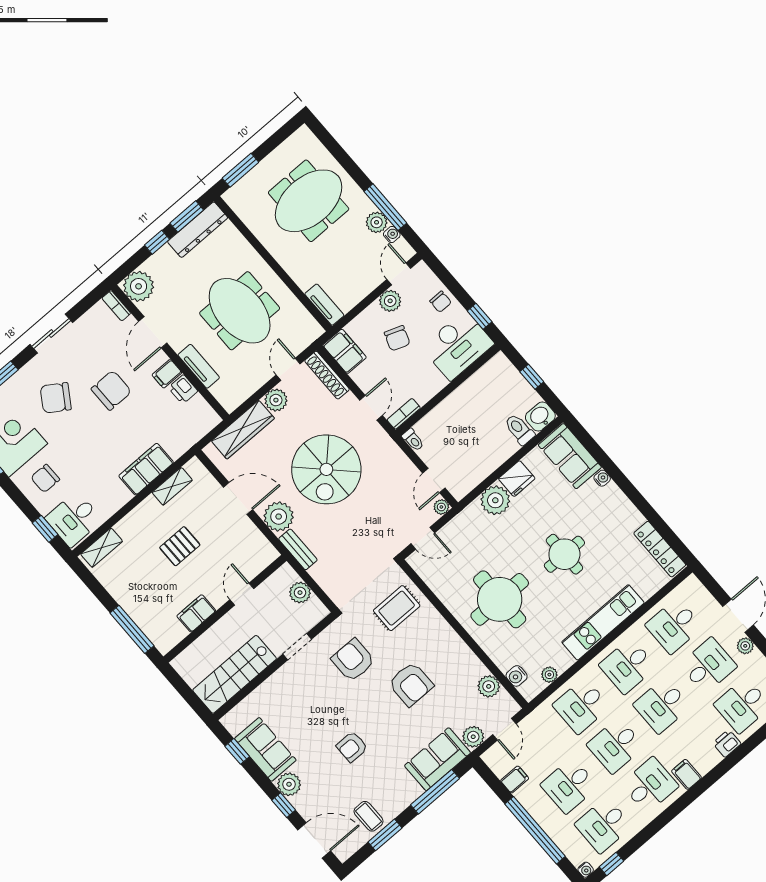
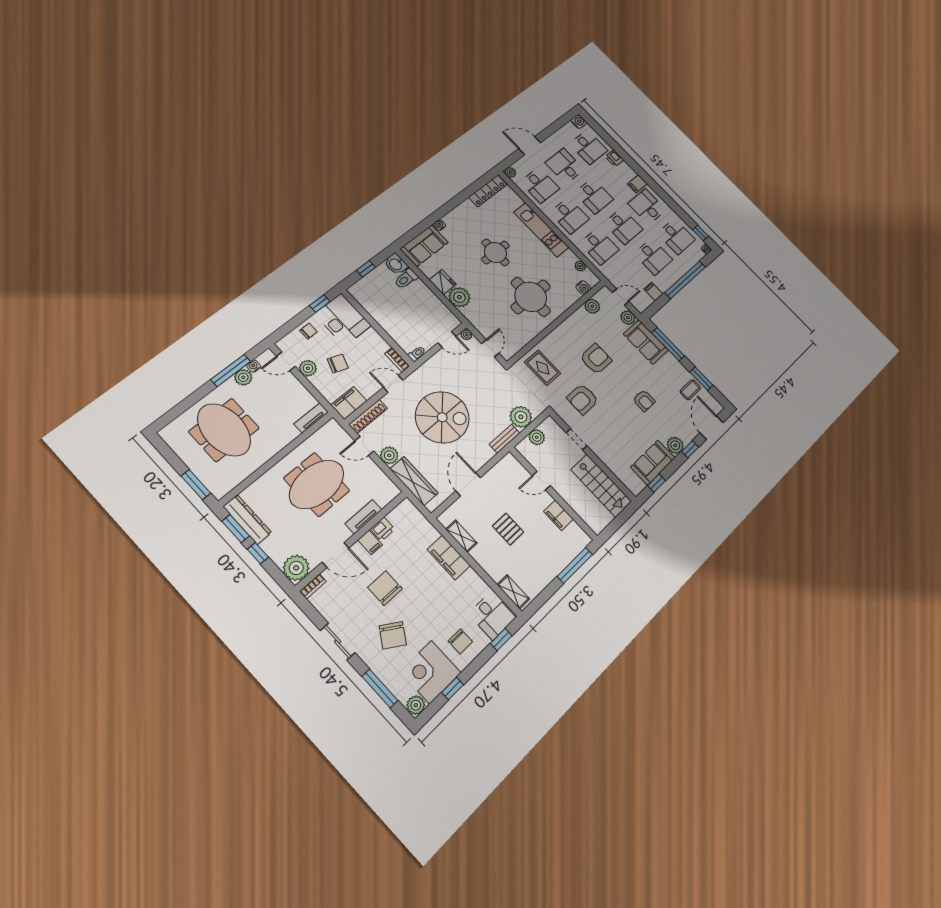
plant: (279, 517) -> (521, 417), moved
plant: (745, 646) -> (510, 172), moved

